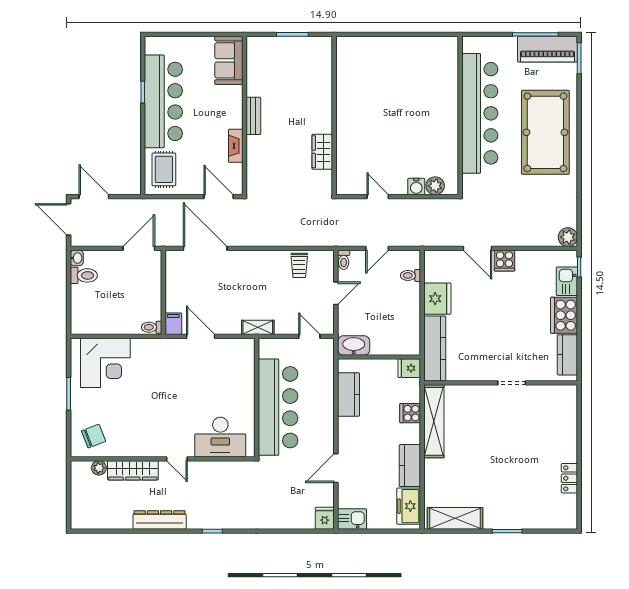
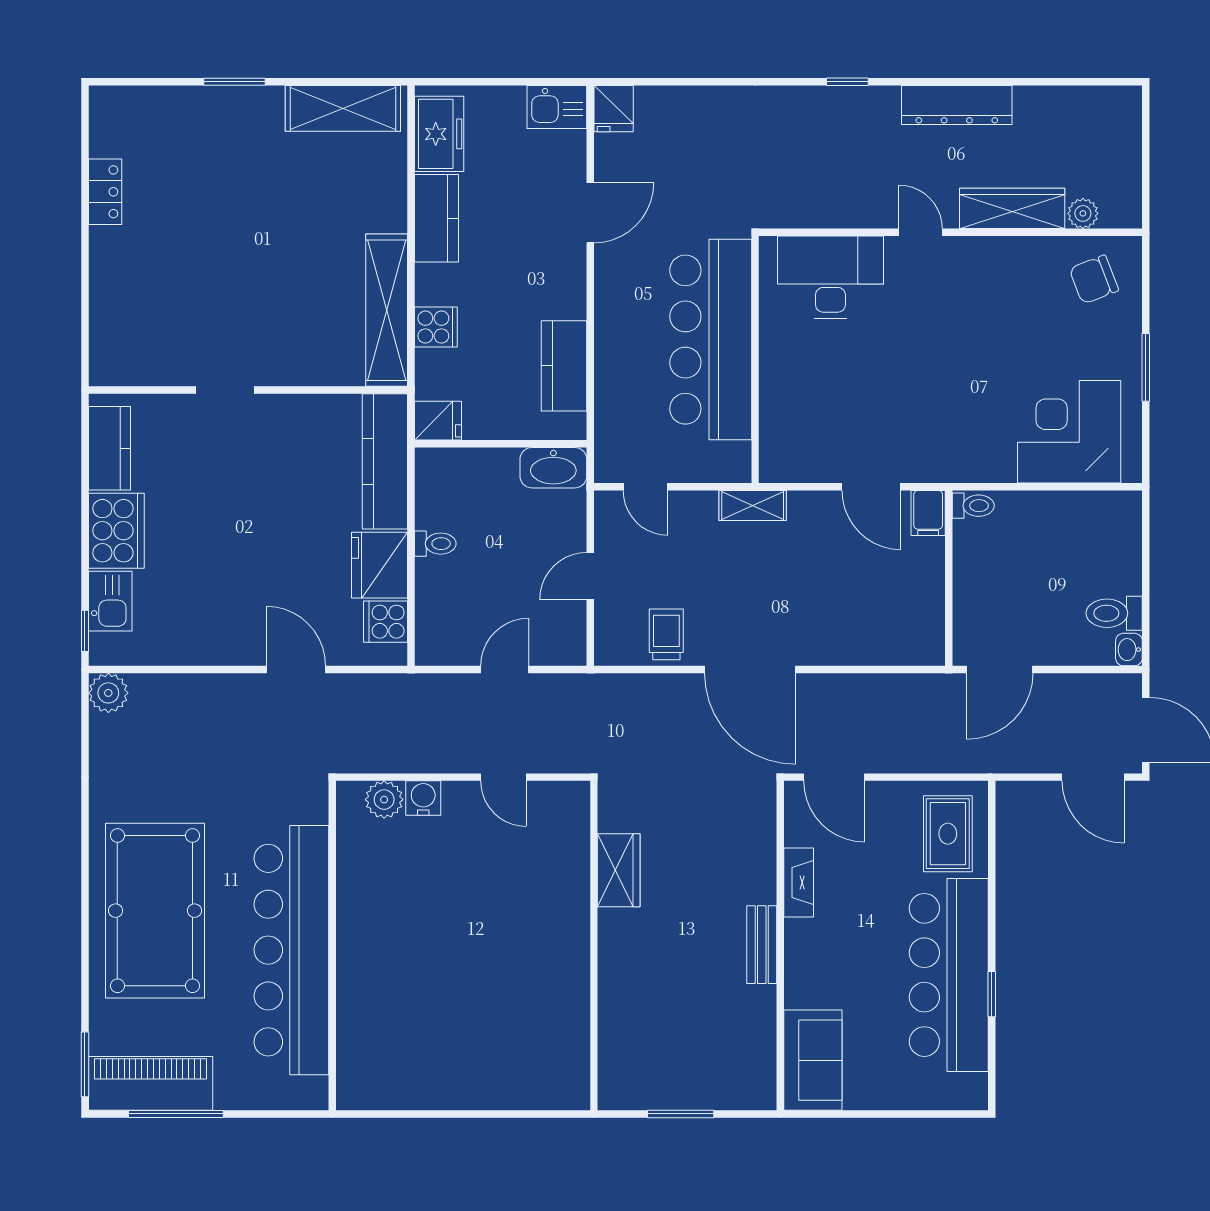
door: (205, 248) -> (750, 670), moved
toilet: (344, 260) -> (574, 646), removed
cooker: (505, 261) -> (386, 622), moved, turned -90
toilet: (410, 275) -> (435, 544), moved

